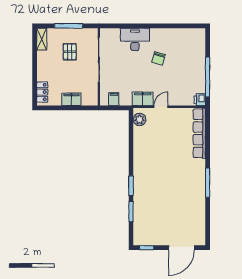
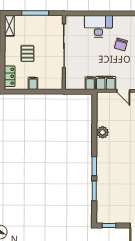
pallet: (70, 52) -> (28, 54), moved
filing cabinet: (71, 99) -> (33, 83), width x0.50
filing cabinet: (114, 99) -> (90, 83), moved
door: (161, 107) -> (123, 91), swing flipped
plant: (140, 120) -> (103, 132), moved

